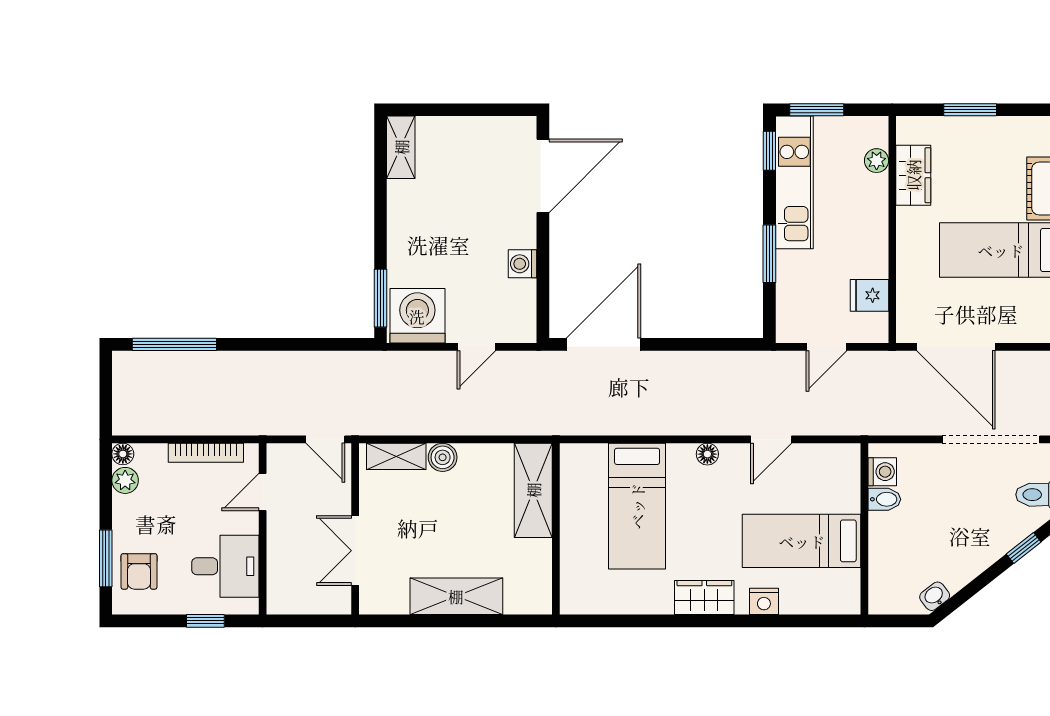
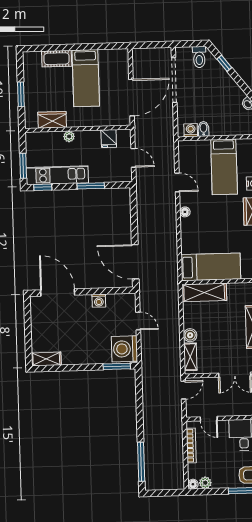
plant: (877, 161) -> (69, 136), moved
bed: (637, 506) -> (211, 267), moved

